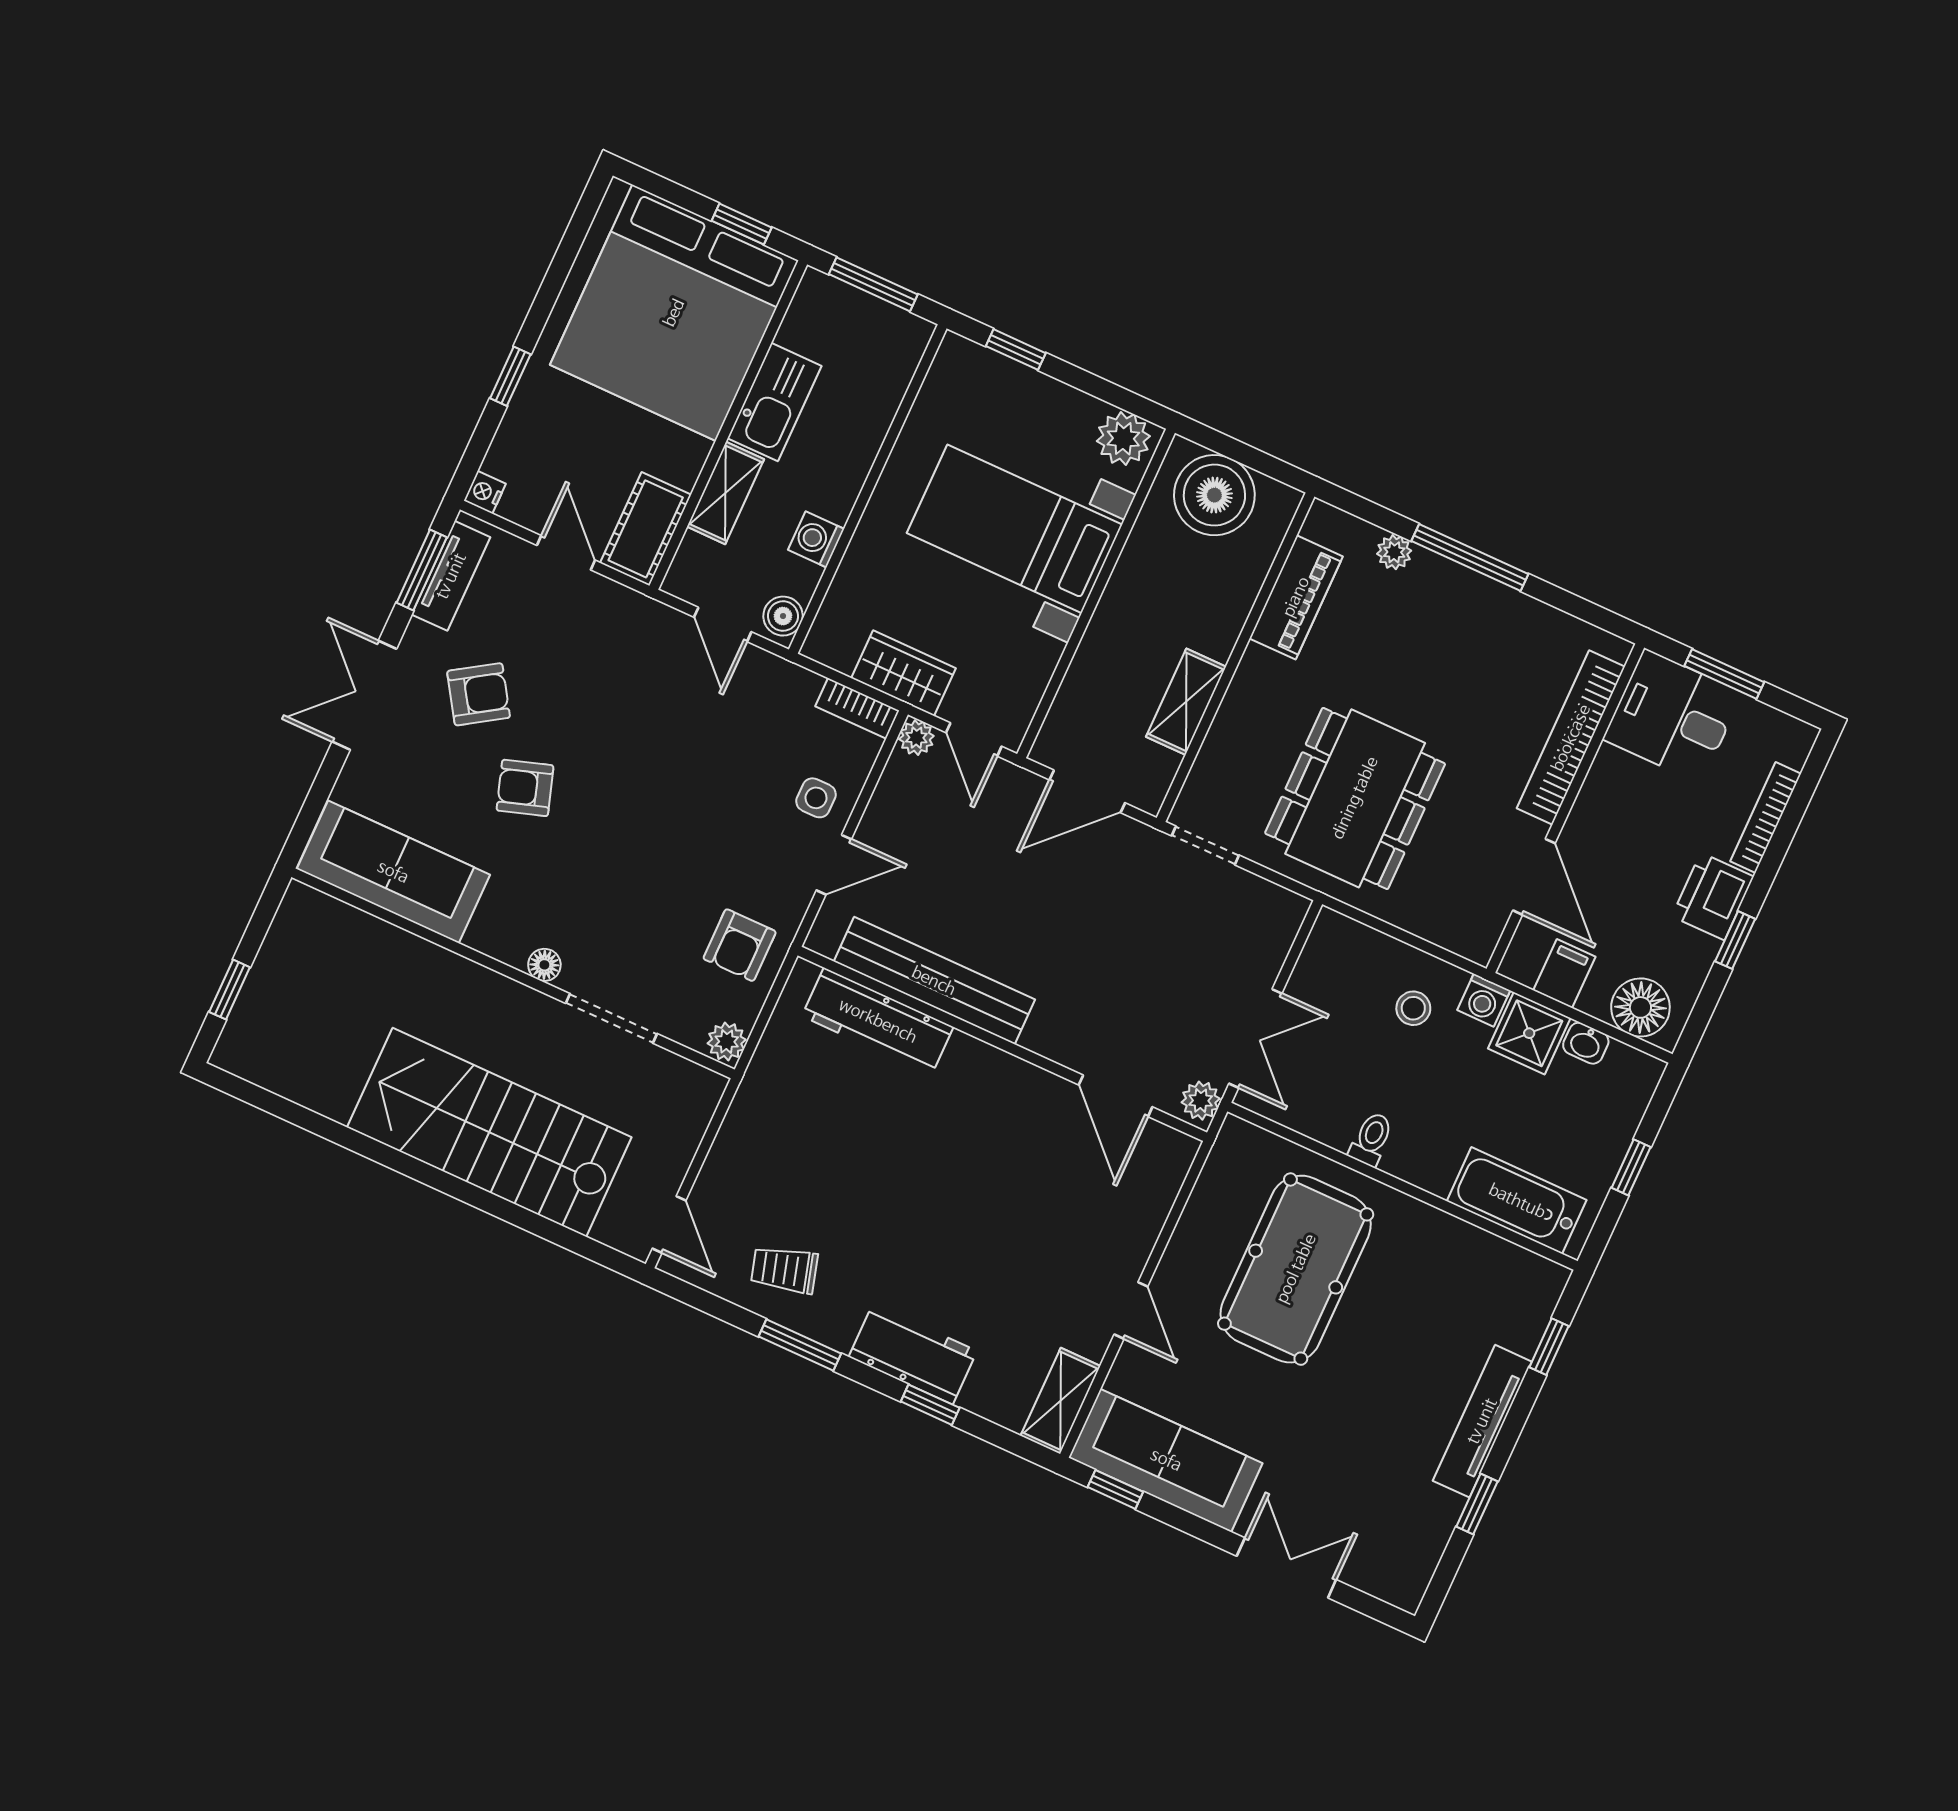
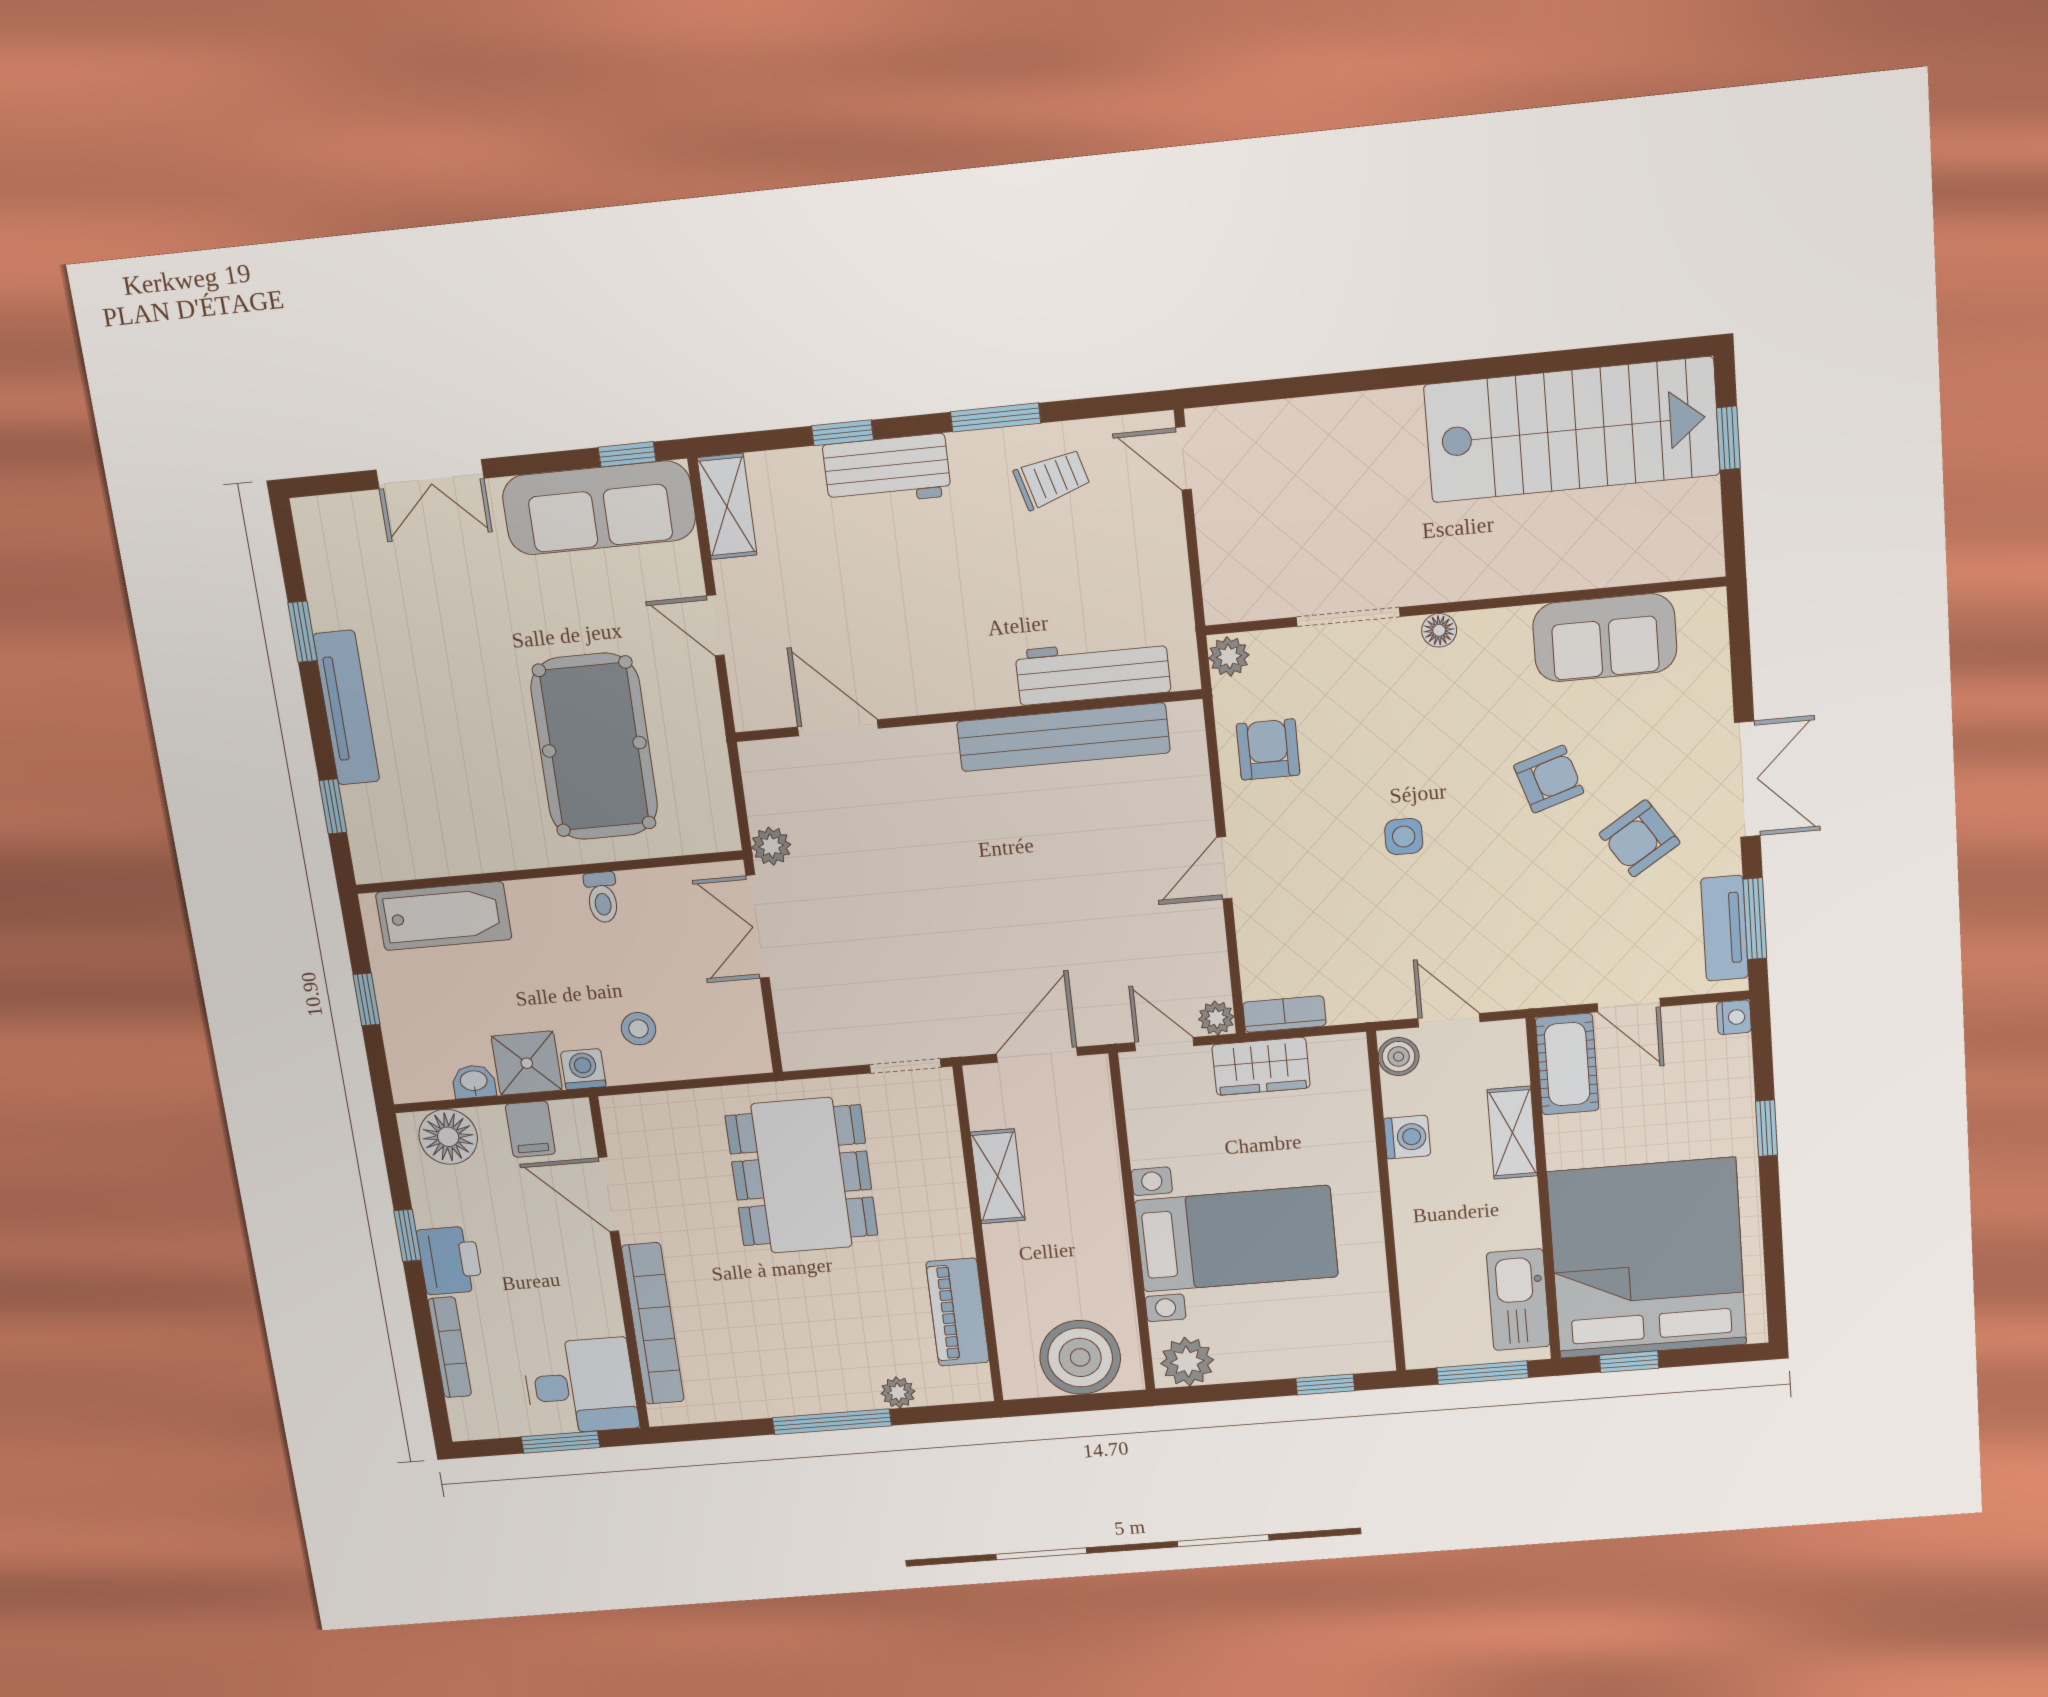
kitchen sink: (774, 402) -> (1518, 1300), moved
side table: (816, 798) -> (1404, 837), moved
sofa: (393, 872) -> (1605, 638), width x0.73
bench: (934, 981) -> (1063, 737), moved
workbench: (878, 1021) -> (1093, 671), moved
wall: (1002, 1044) -> (968, 716), moved
door: (1116, 1096) -> (838, 728), moved
stairs: (489, 1132) -> (1572, 430), moved

